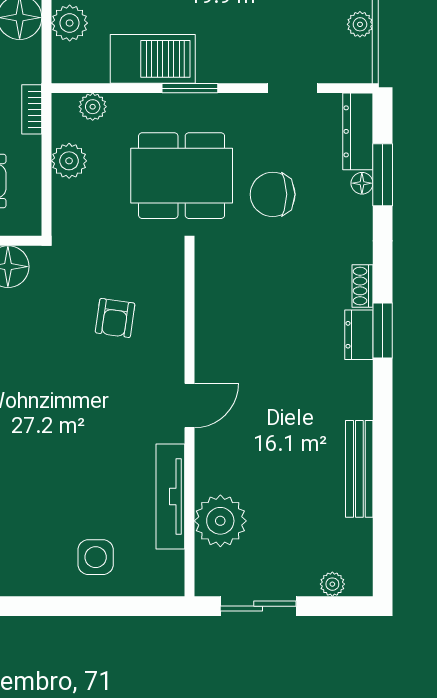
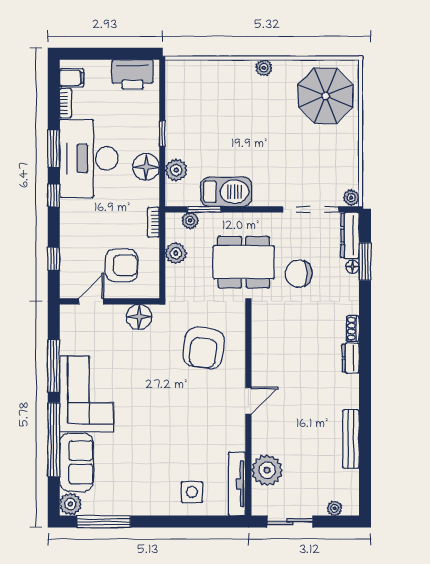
plant: (360, 24) -> (351, 198), moved
window: (190, 88) -> (204, 209), moved
doorway: (292, 88) -> (311, 209), width x1.88
armchair: (115, 318) -> (204, 348), width x1.88, depth x1.88
window: (383, 330) -> (365, 355), removed
tv unit: (170, 497) -> (237, 484), moved

